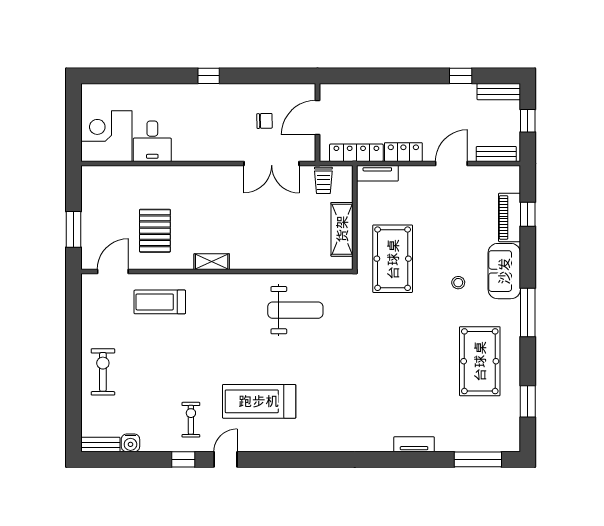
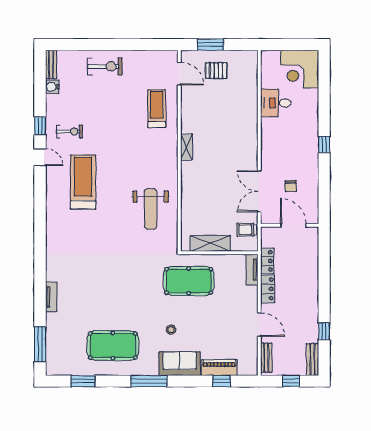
corner desk: (106, 136) -> (300, 69), moved, turned 180
locker: (356, 153) -> (267, 261), width x0.66
pallet: (155, 231) -> (216, 71), moved, width x0.67, depth x0.71

